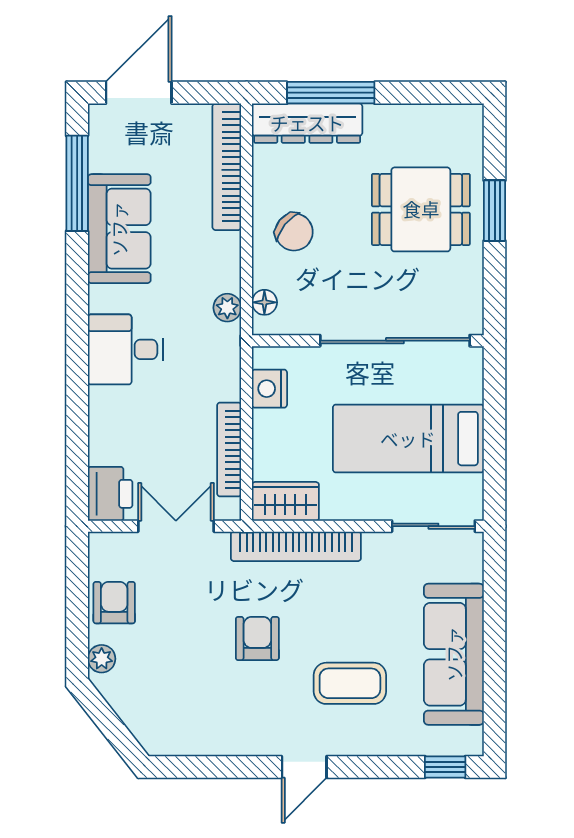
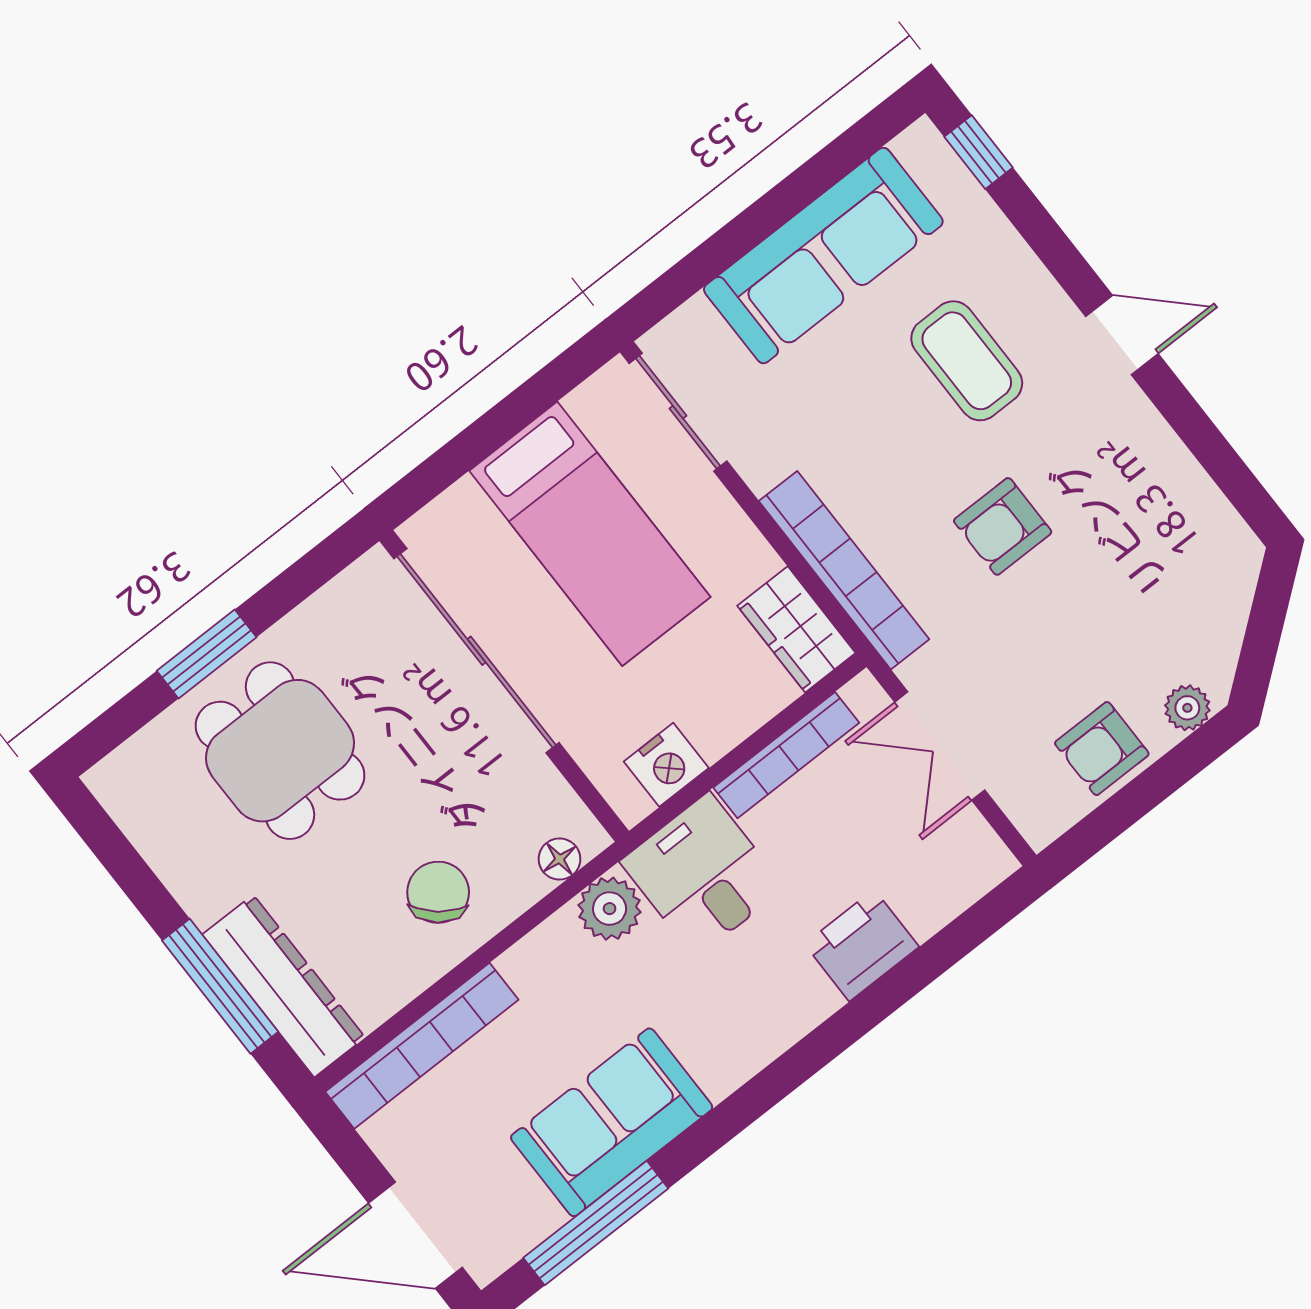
plant: (227, 308) -> (610, 909), width x1.38, depth x1.38
desk: (126, 349) -> (702, 875), moved, turned 180
printer: (110, 494) -> (862, 945), moved

